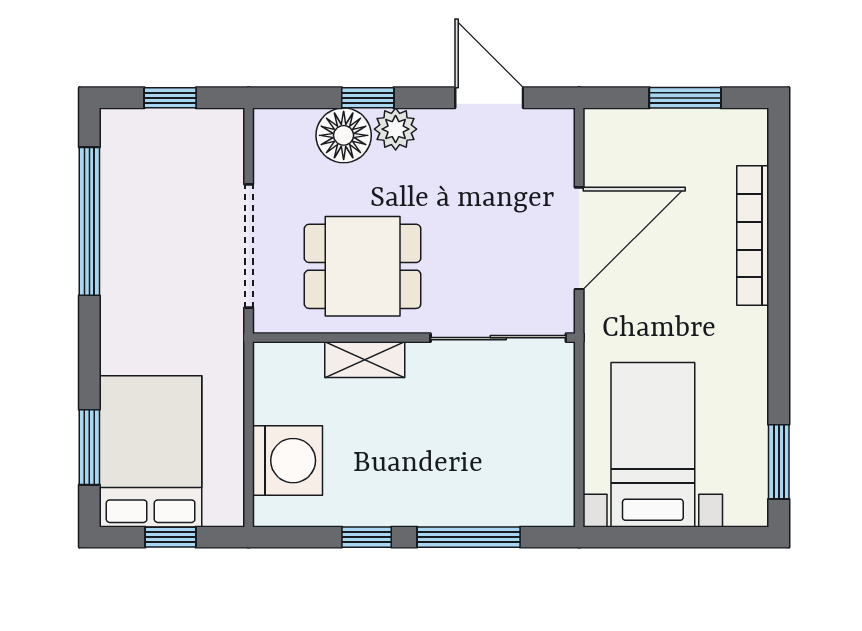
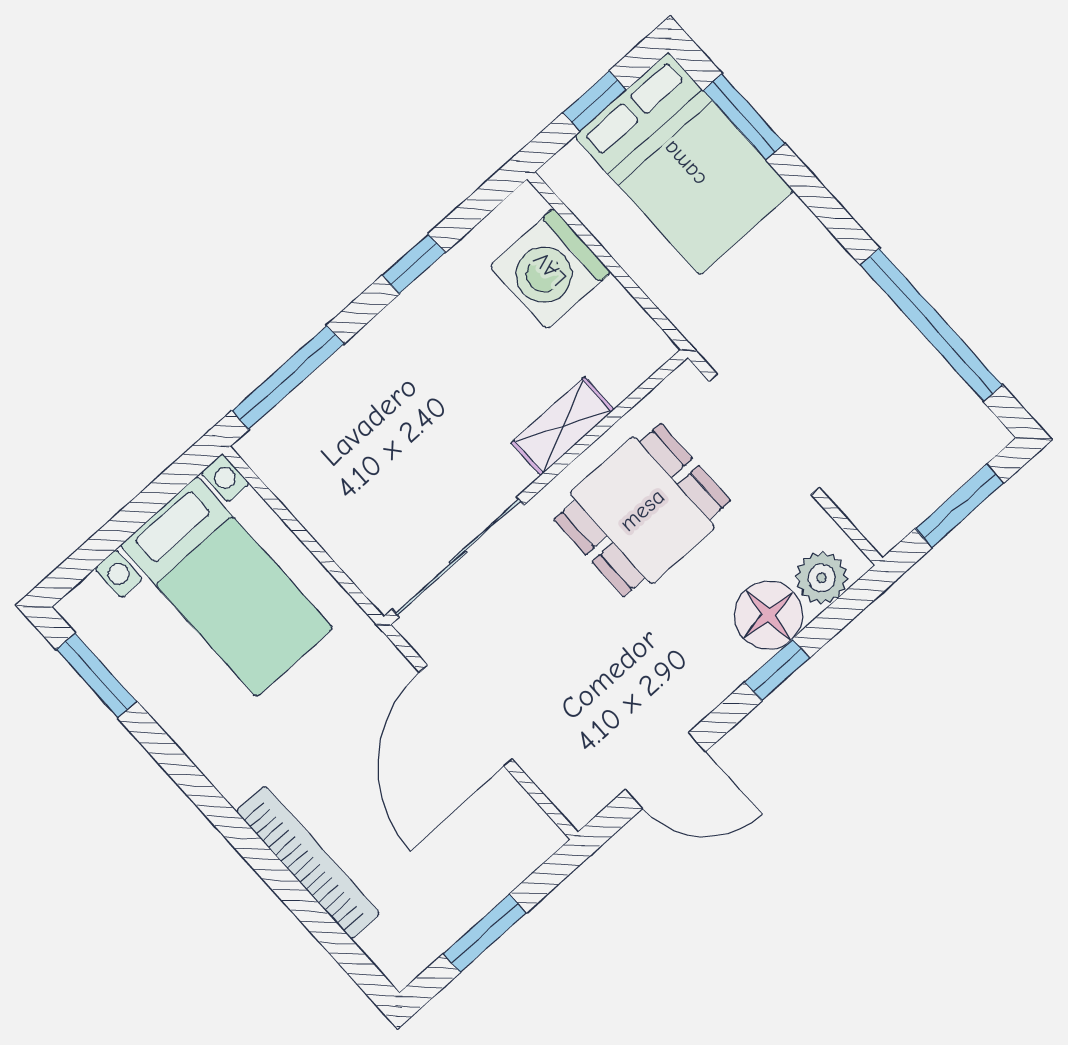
window: (170, 98) -> (959, 506), width x1.50
plant: (396, 129) -> (822, 578), moved
window: (469, 537) -> (288, 377), moved

